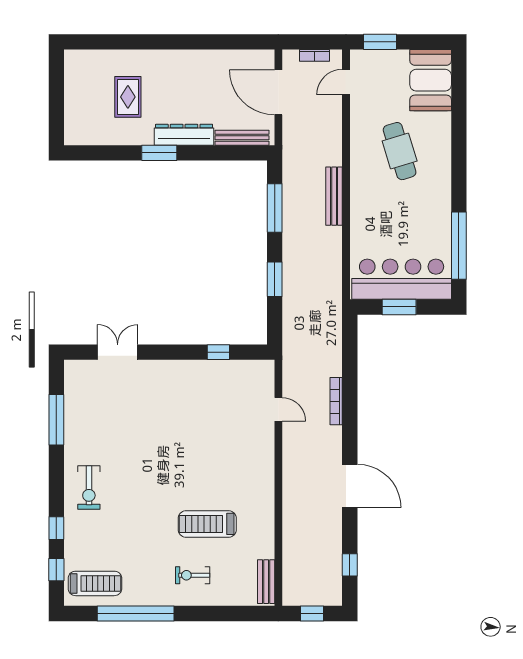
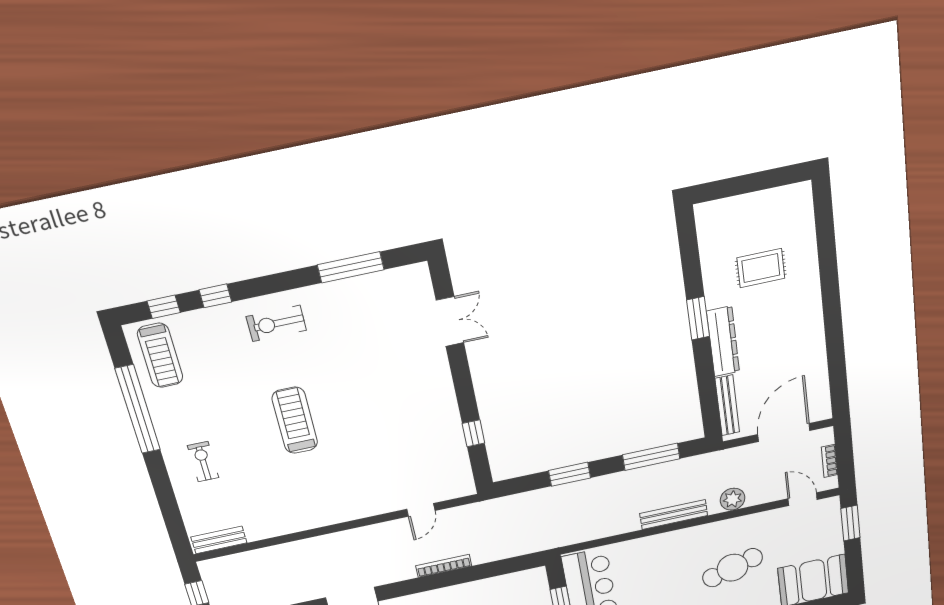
plant: (331, 143) -> (733, 499), added
treadmill: (207, 524) -> (295, 420), moved

